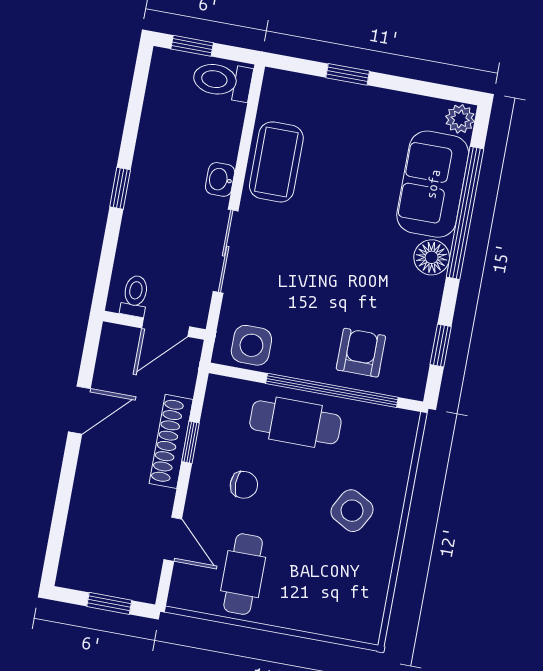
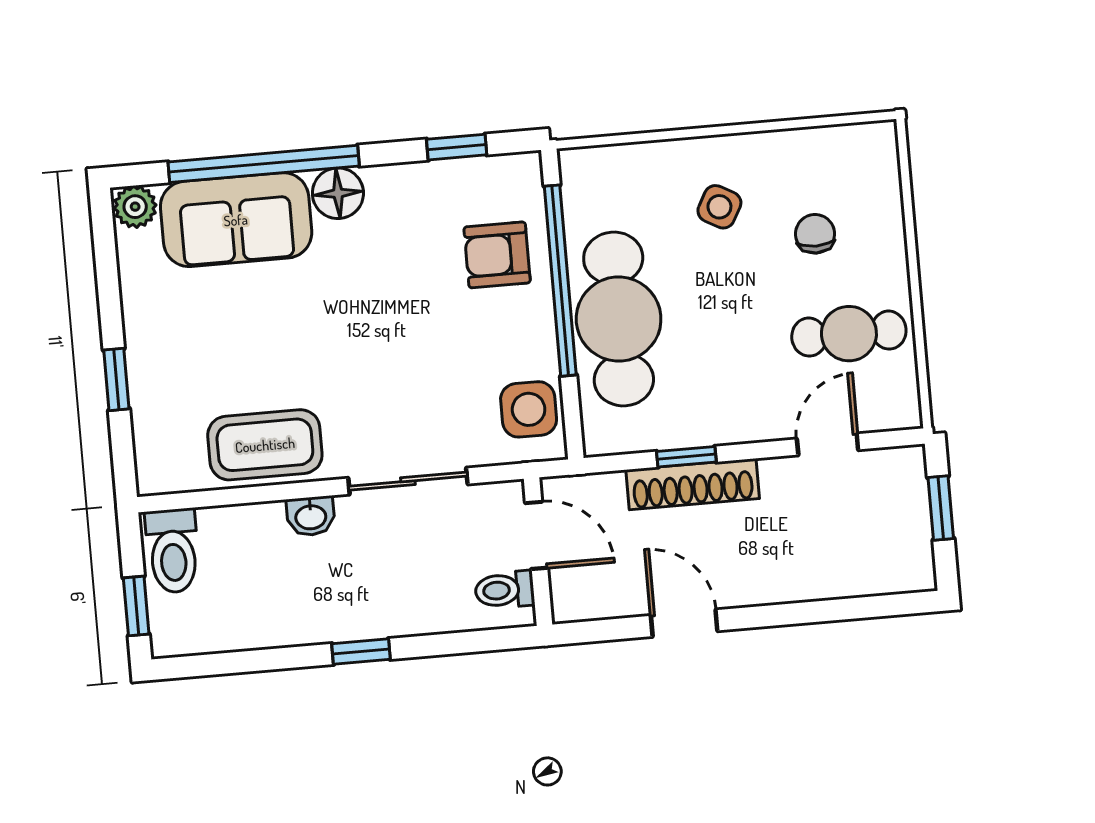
cafe table: (295, 422) -> (619, 319), width x1.37, depth x1.35
chair: (244, 485) -> (815, 234), moved
side table: (352, 511) -> (719, 207), width x0.73, depth x0.73

